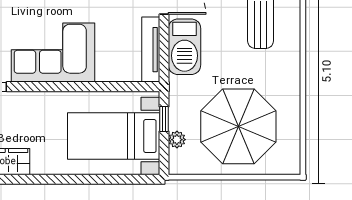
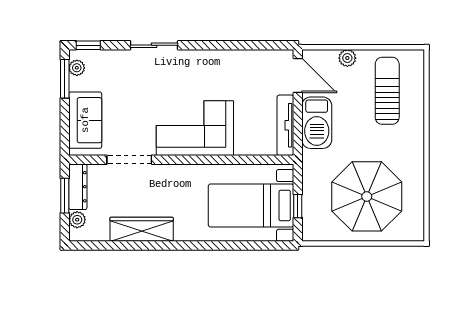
window: (164, 119) -> (298, 206), moved
plant: (177, 140) -> (310, 209), removed

